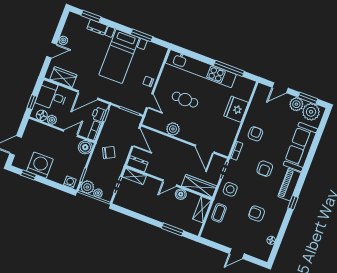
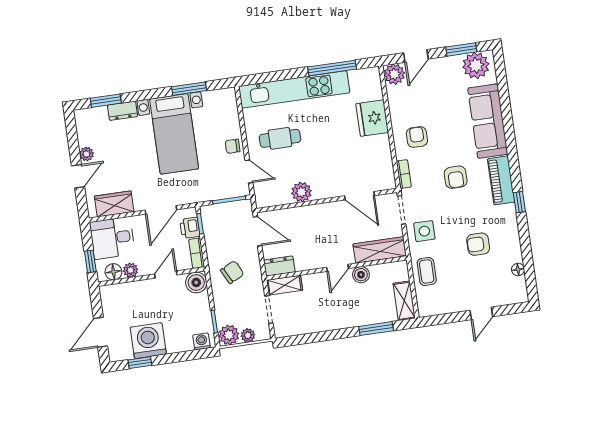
cafe table: (185, 100) -> (280, 138), moved
plant: (296, 104) -> (394, 74), moved
shelving: (202, 210) -> (404, 301), moved

